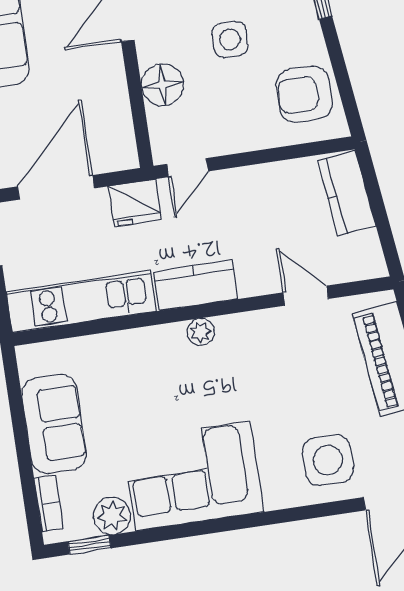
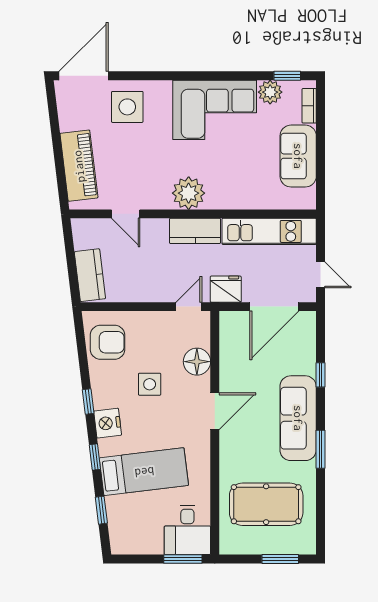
plant: (201, 332) -> (189, 193), width x1.87, depth x1.87

